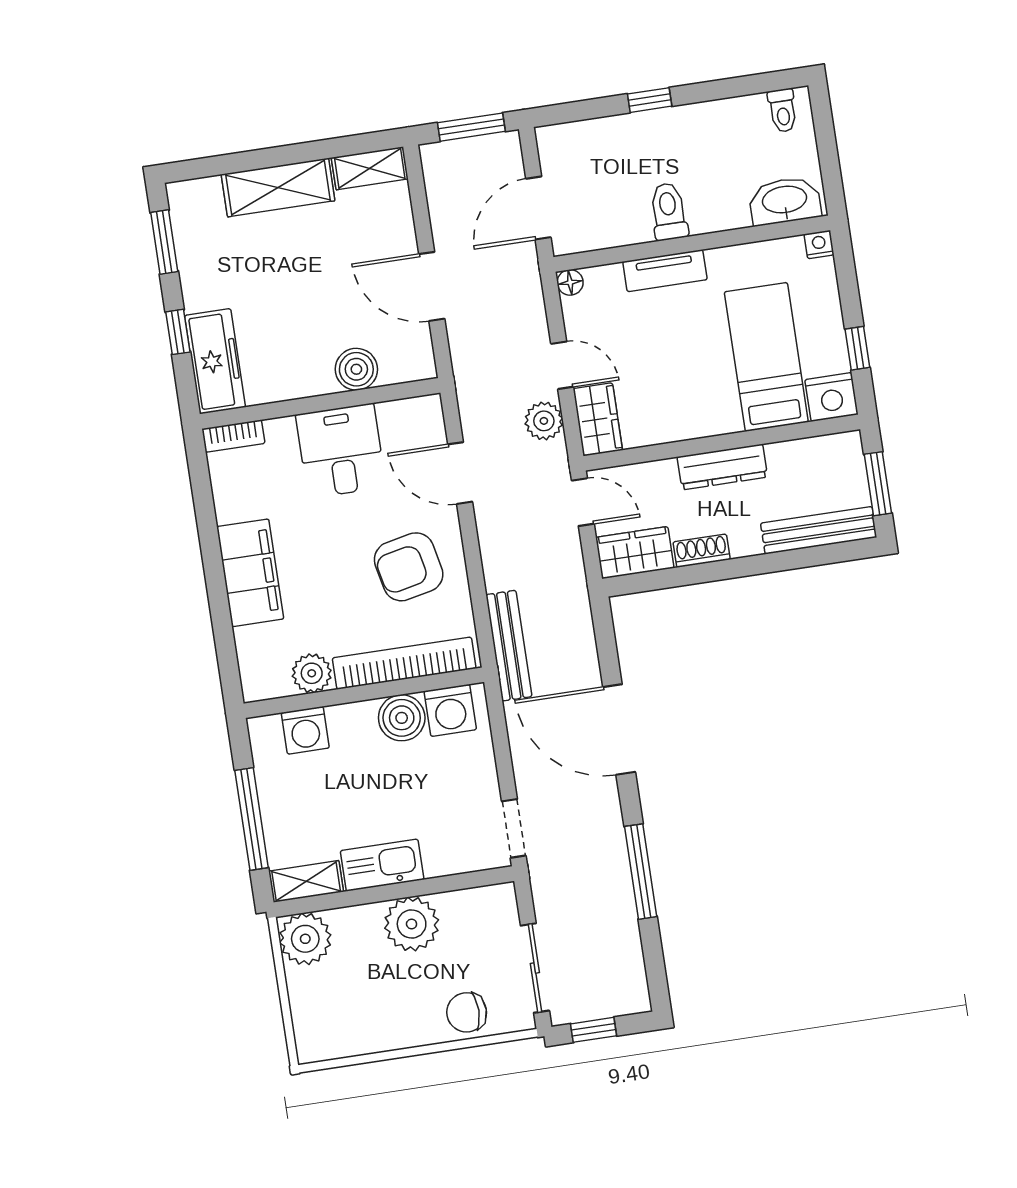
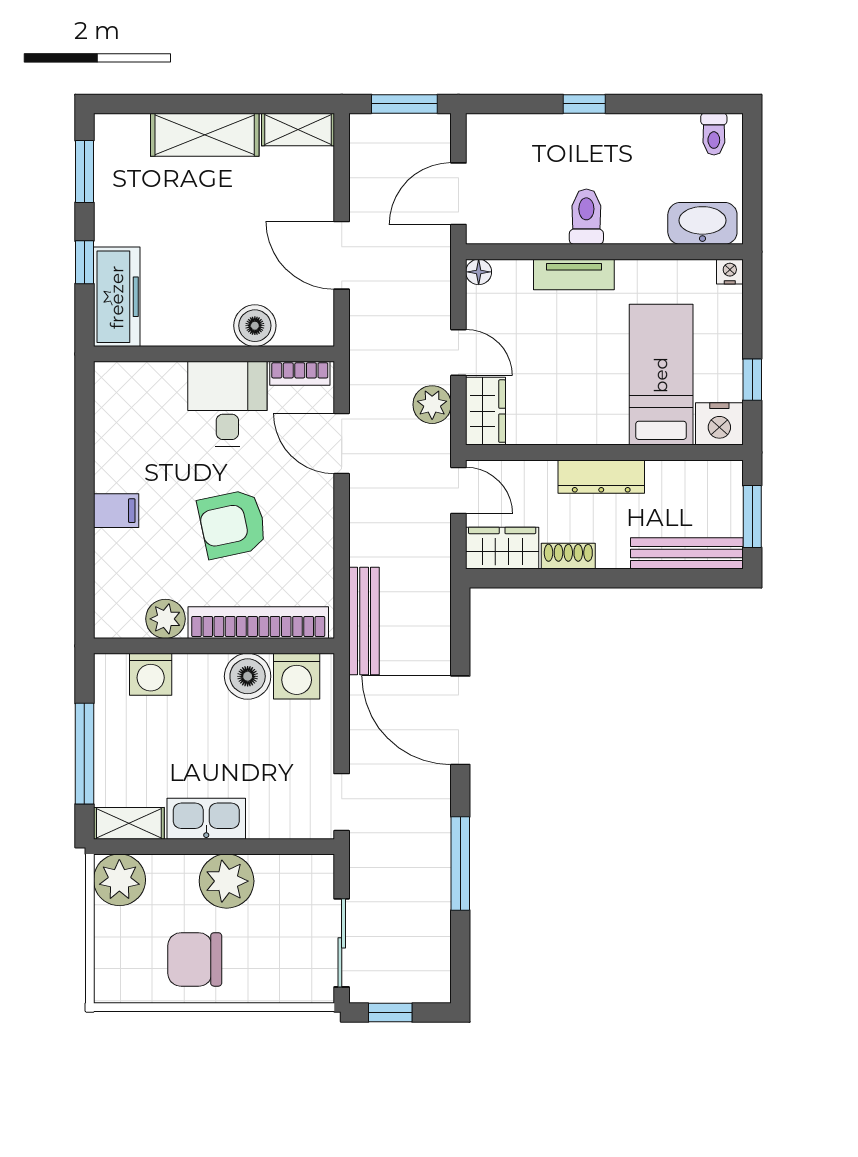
bookcase: (233, 436) -> (300, 373), moved
armchair: (409, 567) -> (232, 524), moved
filing cabinet: (250, 573) -> (116, 511), width x0.33, depth x0.86
chair: (467, 1012) -> (195, 959), moved, width x1.37, depth x1.37

